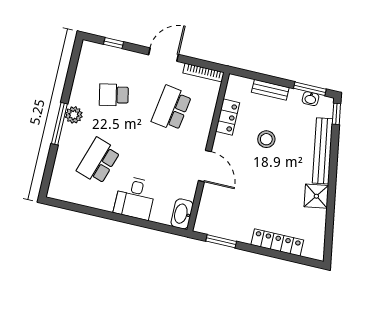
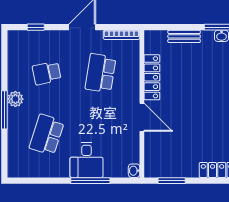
locker: (228, 117) -> (152, 77), width x1.53
stool: (266, 139) -> (191, 81), removed
washbasin: (182, 214) -> (134, 171), width x0.52, depth x0.69
window: (134, 221) -> (90, 181), added

